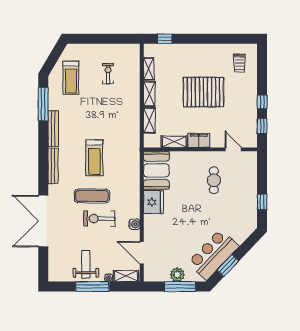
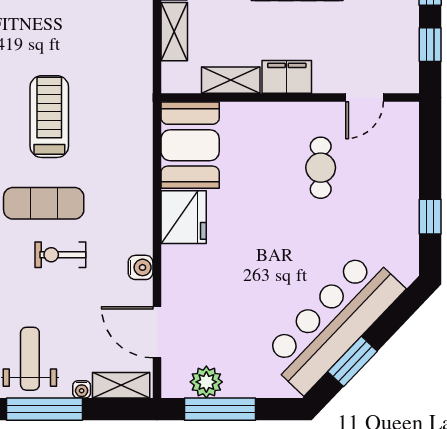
door: (233, 149) -> (365, 97), swing flipped
treadmill: (94, 158) -> (49, 117), turned 180
exercise bike: (99, 219) -> (60, 255), width x0.73, depth x0.72
bar counter: (213, 254) -> (333, 322), width x1.36
plant: (177, 275) -> (206, 382), moved
window: (180, 287) -> (220, 409), moved

